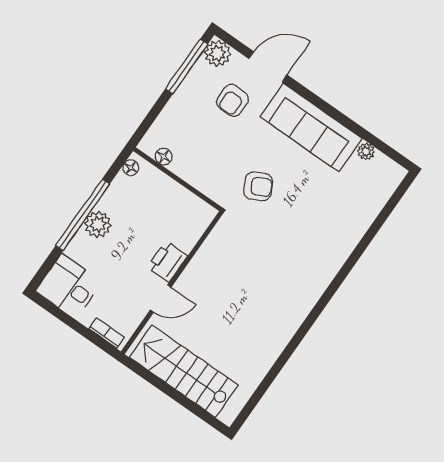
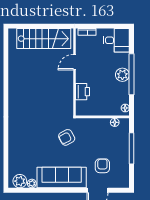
plant: (218, 53) -> (20, 181), moved
window: (187, 67) -> (132, 148), moved
printer: (167, 262) -> (83, 92), moved

